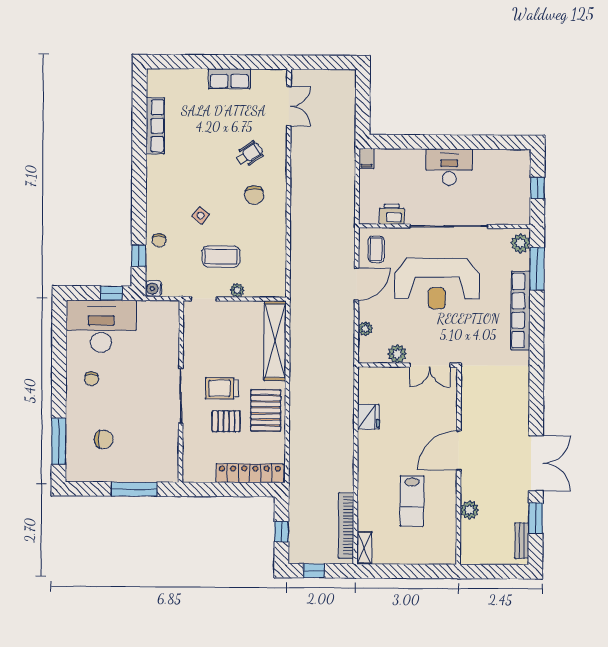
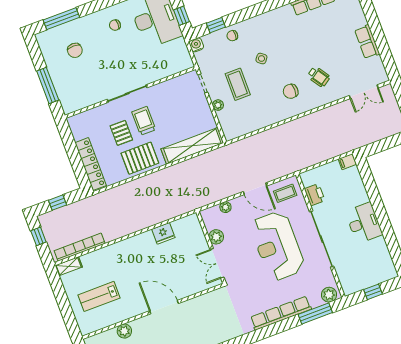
lab bench: (412, 501) -> (99, 296), moved

